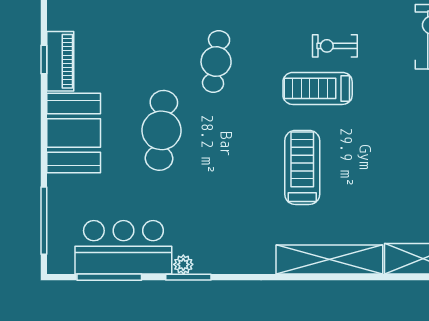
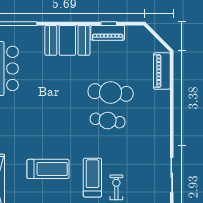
cafe table: (161, 130) -> (111, 92), moved

